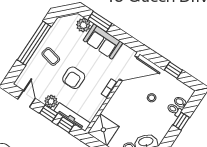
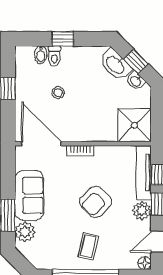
armchair: (74, 78) -> (96, 202), turned 135
floor lamp: (19, 83) -> (145, 263), added

